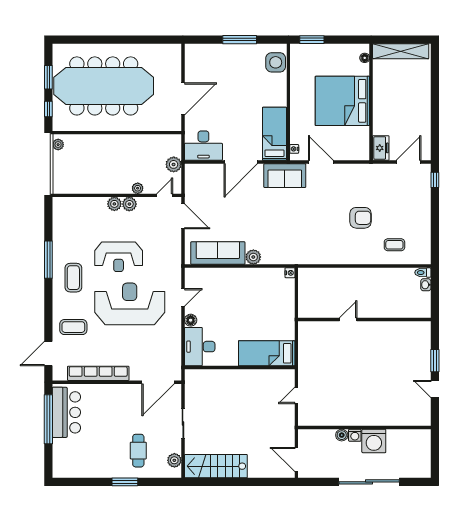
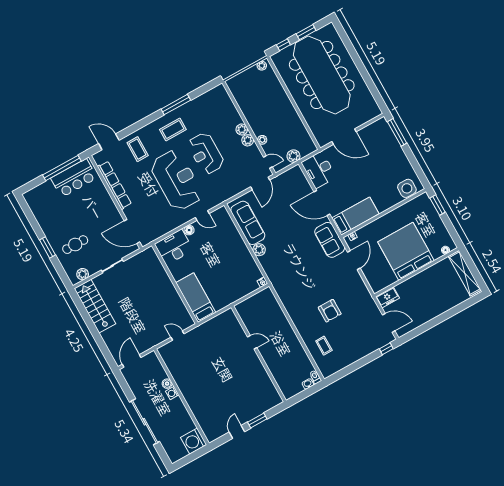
window: (240, 40) -> (397, 132), moved
washing machine: (374, 441) -> (194, 441), moved

